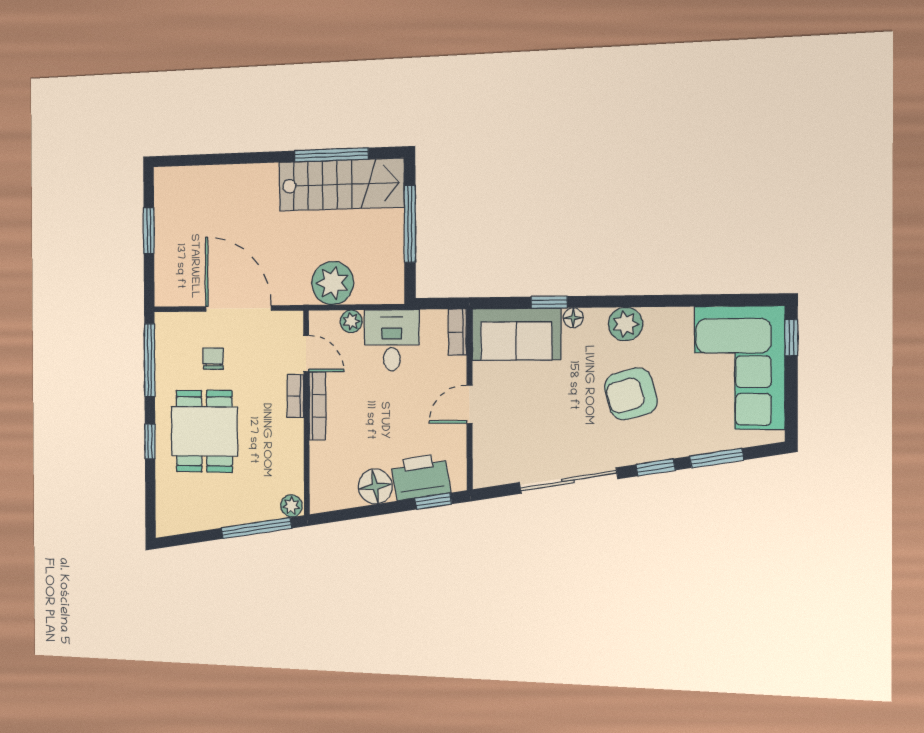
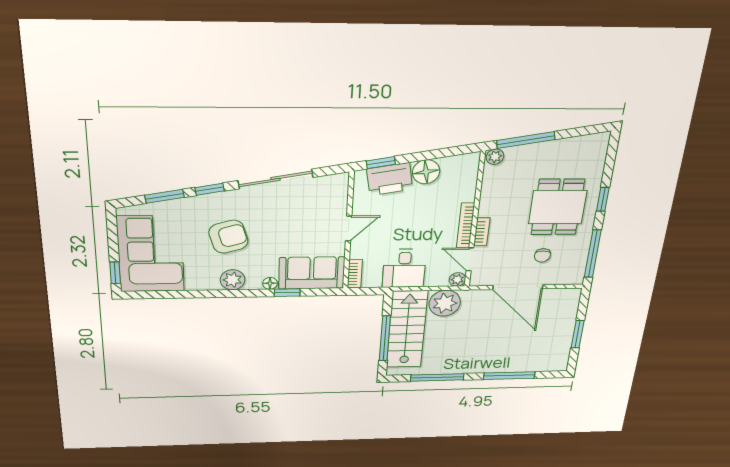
window: (231, 159) -> (509, 376), added
stairs: (341, 185) -> (407, 329), moved, turned 90
plant: (351, 321) -> (457, 279), moved

